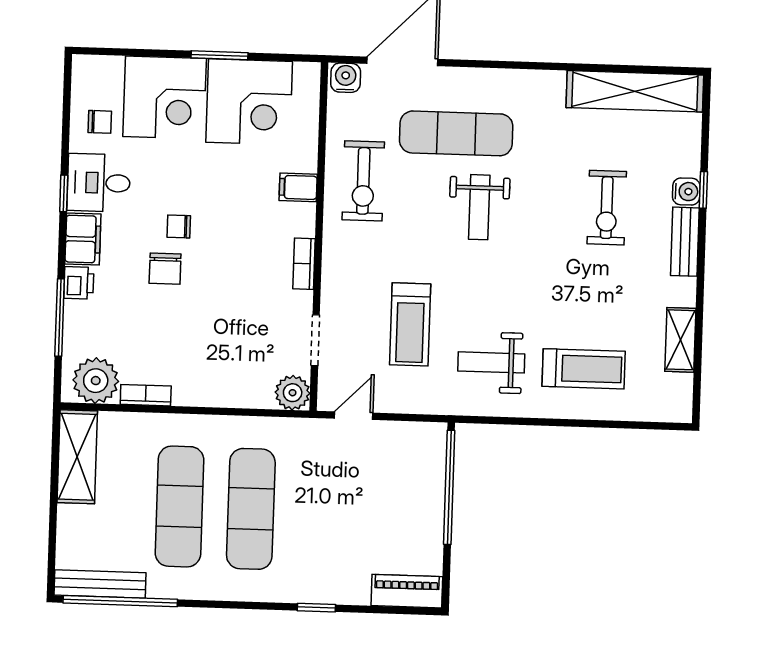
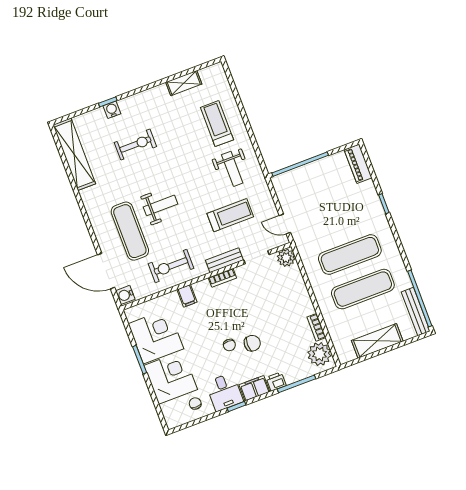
exercise bike: (363, 181) -> (171, 266), turned 180
bench: (685, 242) -> (224, 260), moved
shelving: (77, 457) -> (377, 341), moved

